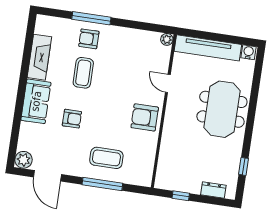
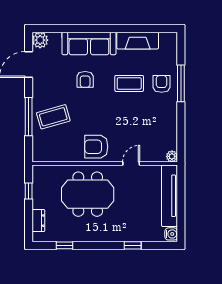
window: (254, 95) -> (133, 245), added
sofa: (36, 101) -> (89, 43), width x1.36
meeting table: (222, 109) -> (88, 194), moved
armchair: (145, 117) -> (96, 147), turned -90
coffee table: (106, 158) -> (53, 117), turned 74

